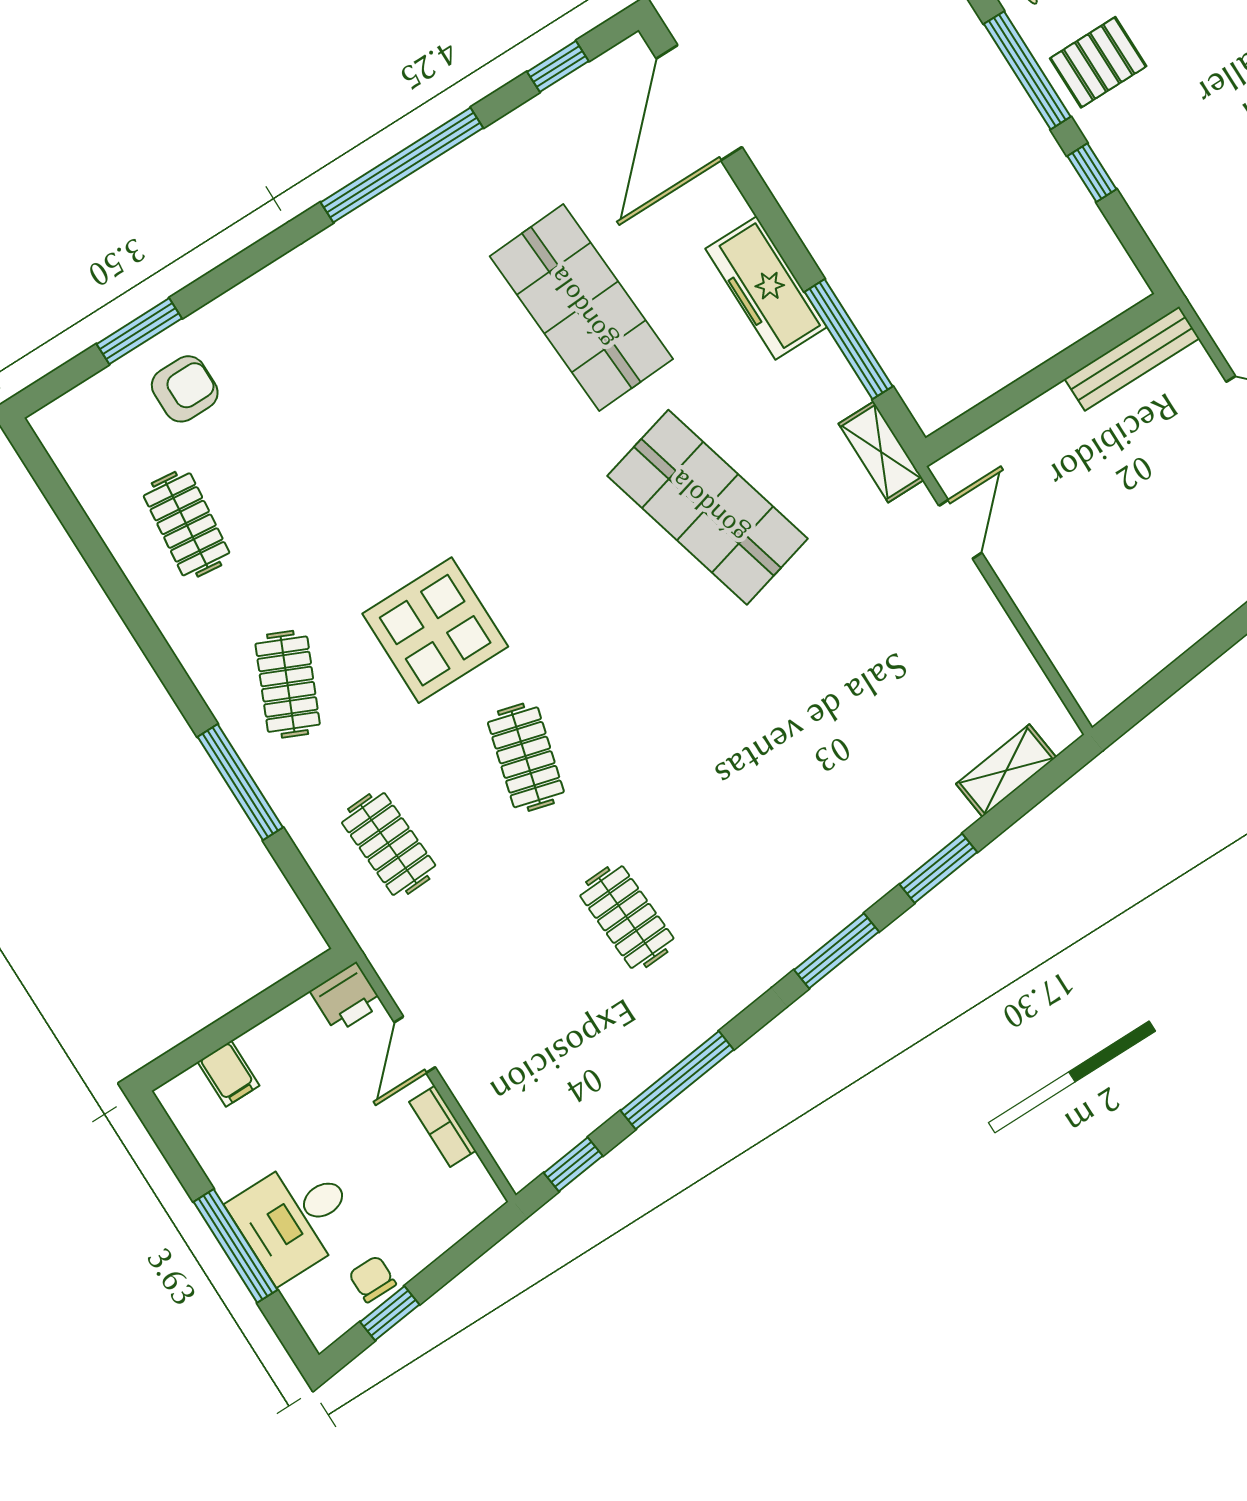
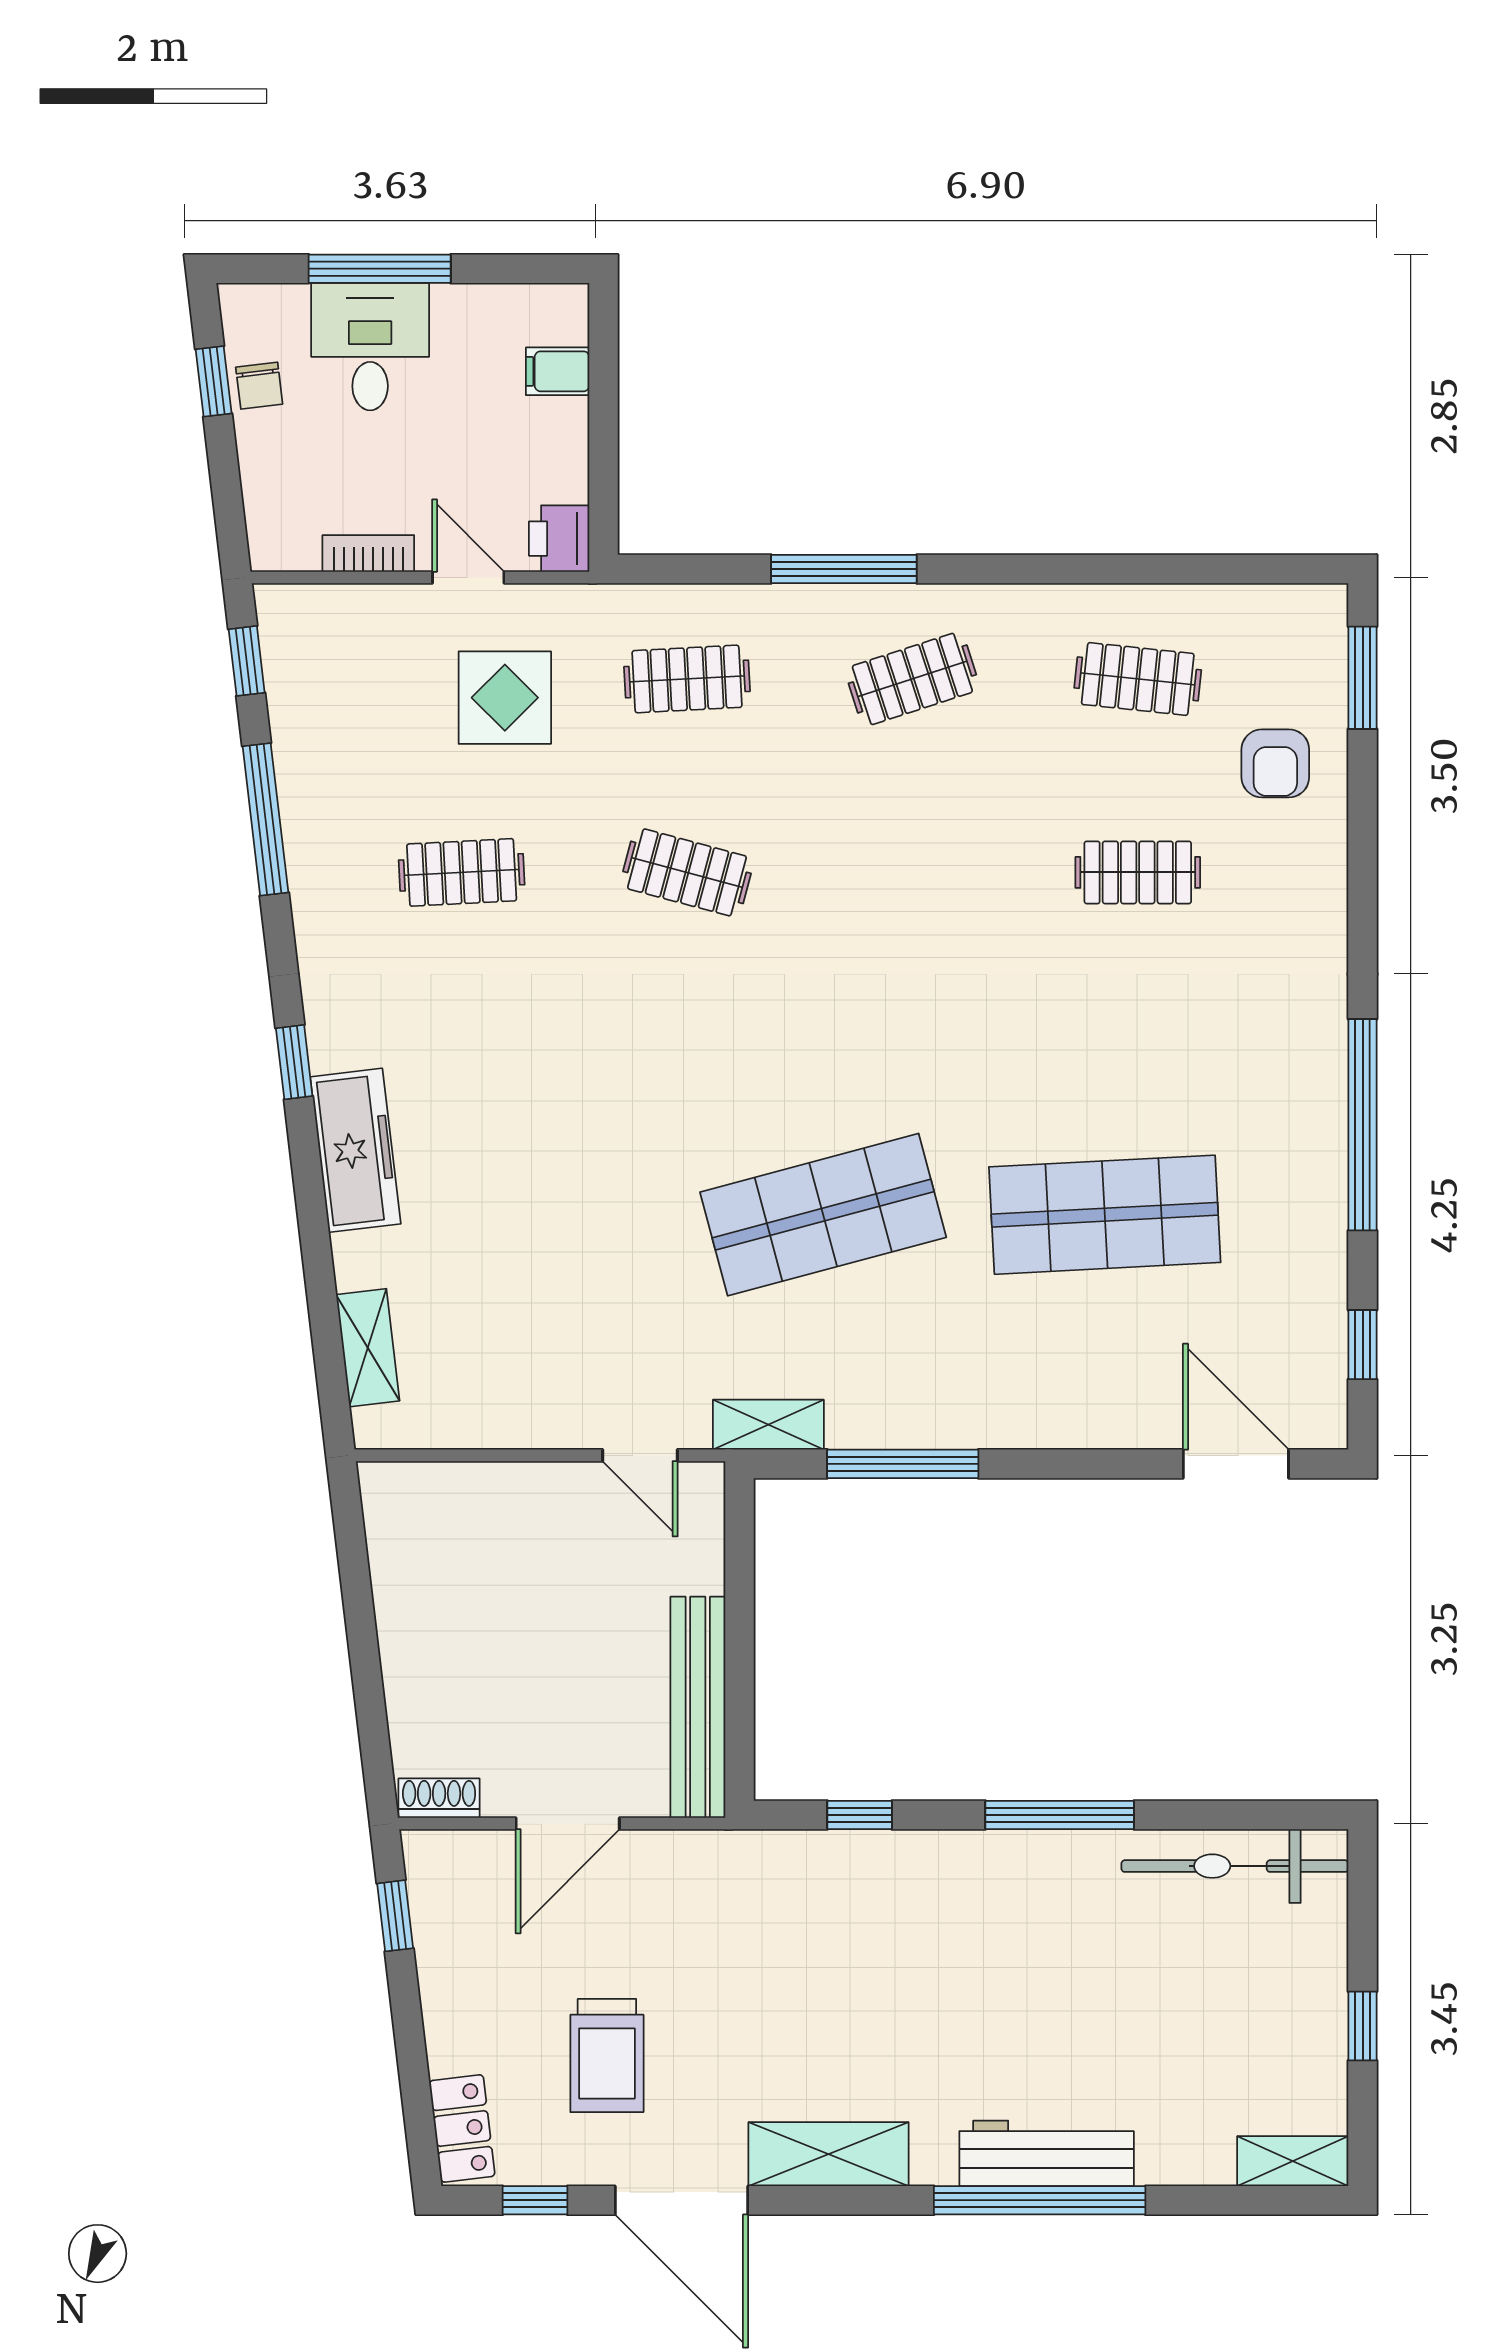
pallet: (1098, 62) -> (1023, 1892), removed
door: (699, 103) -> (1236, 1464), width x0.73
window: (1092, 173) -> (860, 1815), moved
freezer: (766, 288) -> (355, 1150), moved, turned 83
window: (139, 331) -> (1363, 678), moved
bench: (1132, 359) -> (698, 1707), width x1.37, depth x1.21
clothes rail: (324, 438) -> (1138, 872), added
display table: (435, 630) -> (505, 698), moved, width x0.73, depth x0.73
clothes rail: (288, 684) -> (912, 679), turned -42
window: (938, 868) -> (312, 1217), removed
window: (837, 951) -> (294, 1062), width x0.67
chair: (372, 1279) -> (259, 386), turned 83

